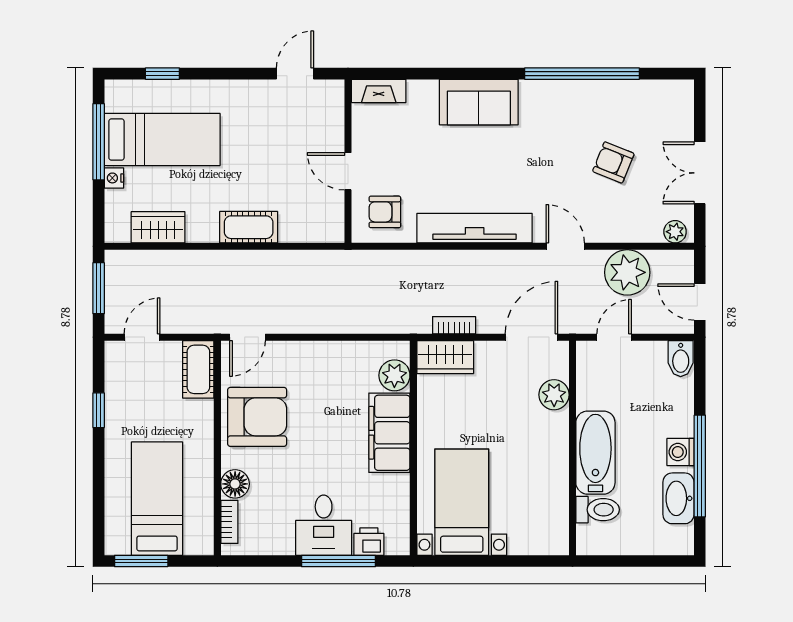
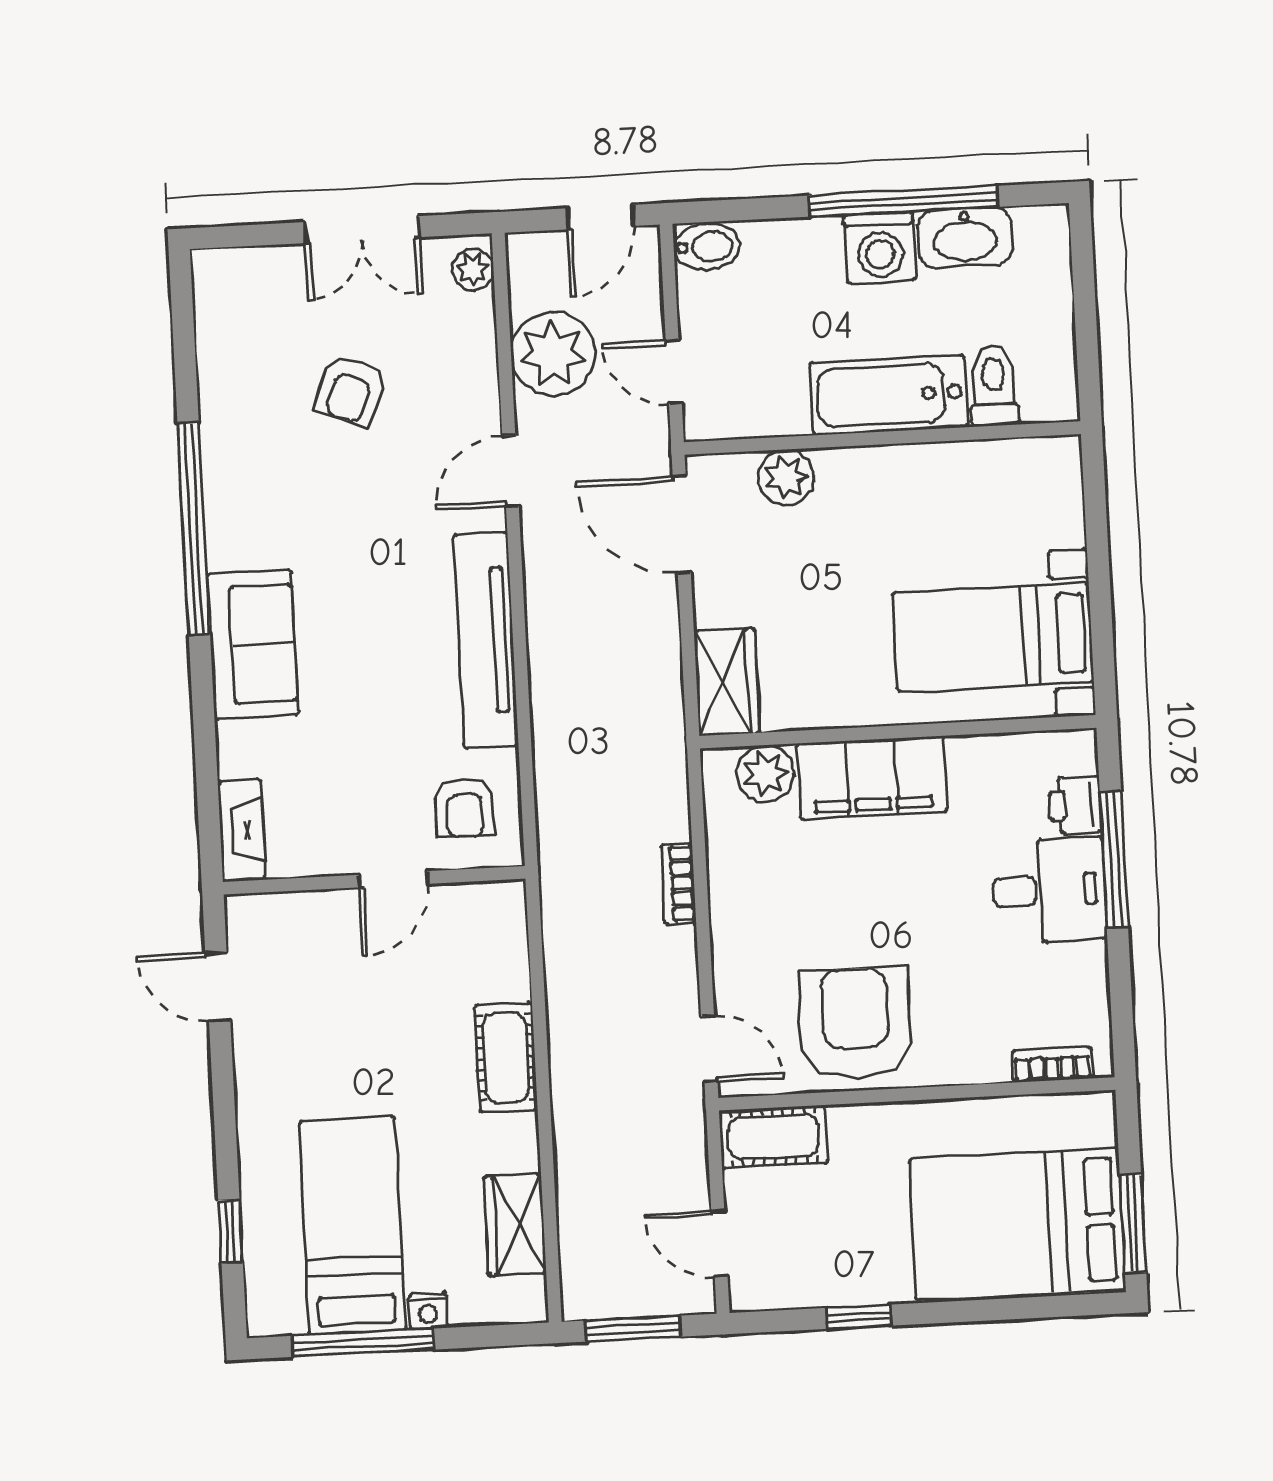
window: (582, 74) -> (194, 529), moved
bookcase: (454, 325) -> (678, 884), moved
washing machine: (680, 452) -> (880, 247), width x1.38, depth x1.38
floor lamp: (235, 484) -> (981, 1058), removed
bed: (157, 499) -> (1017, 1224), width x1.50

